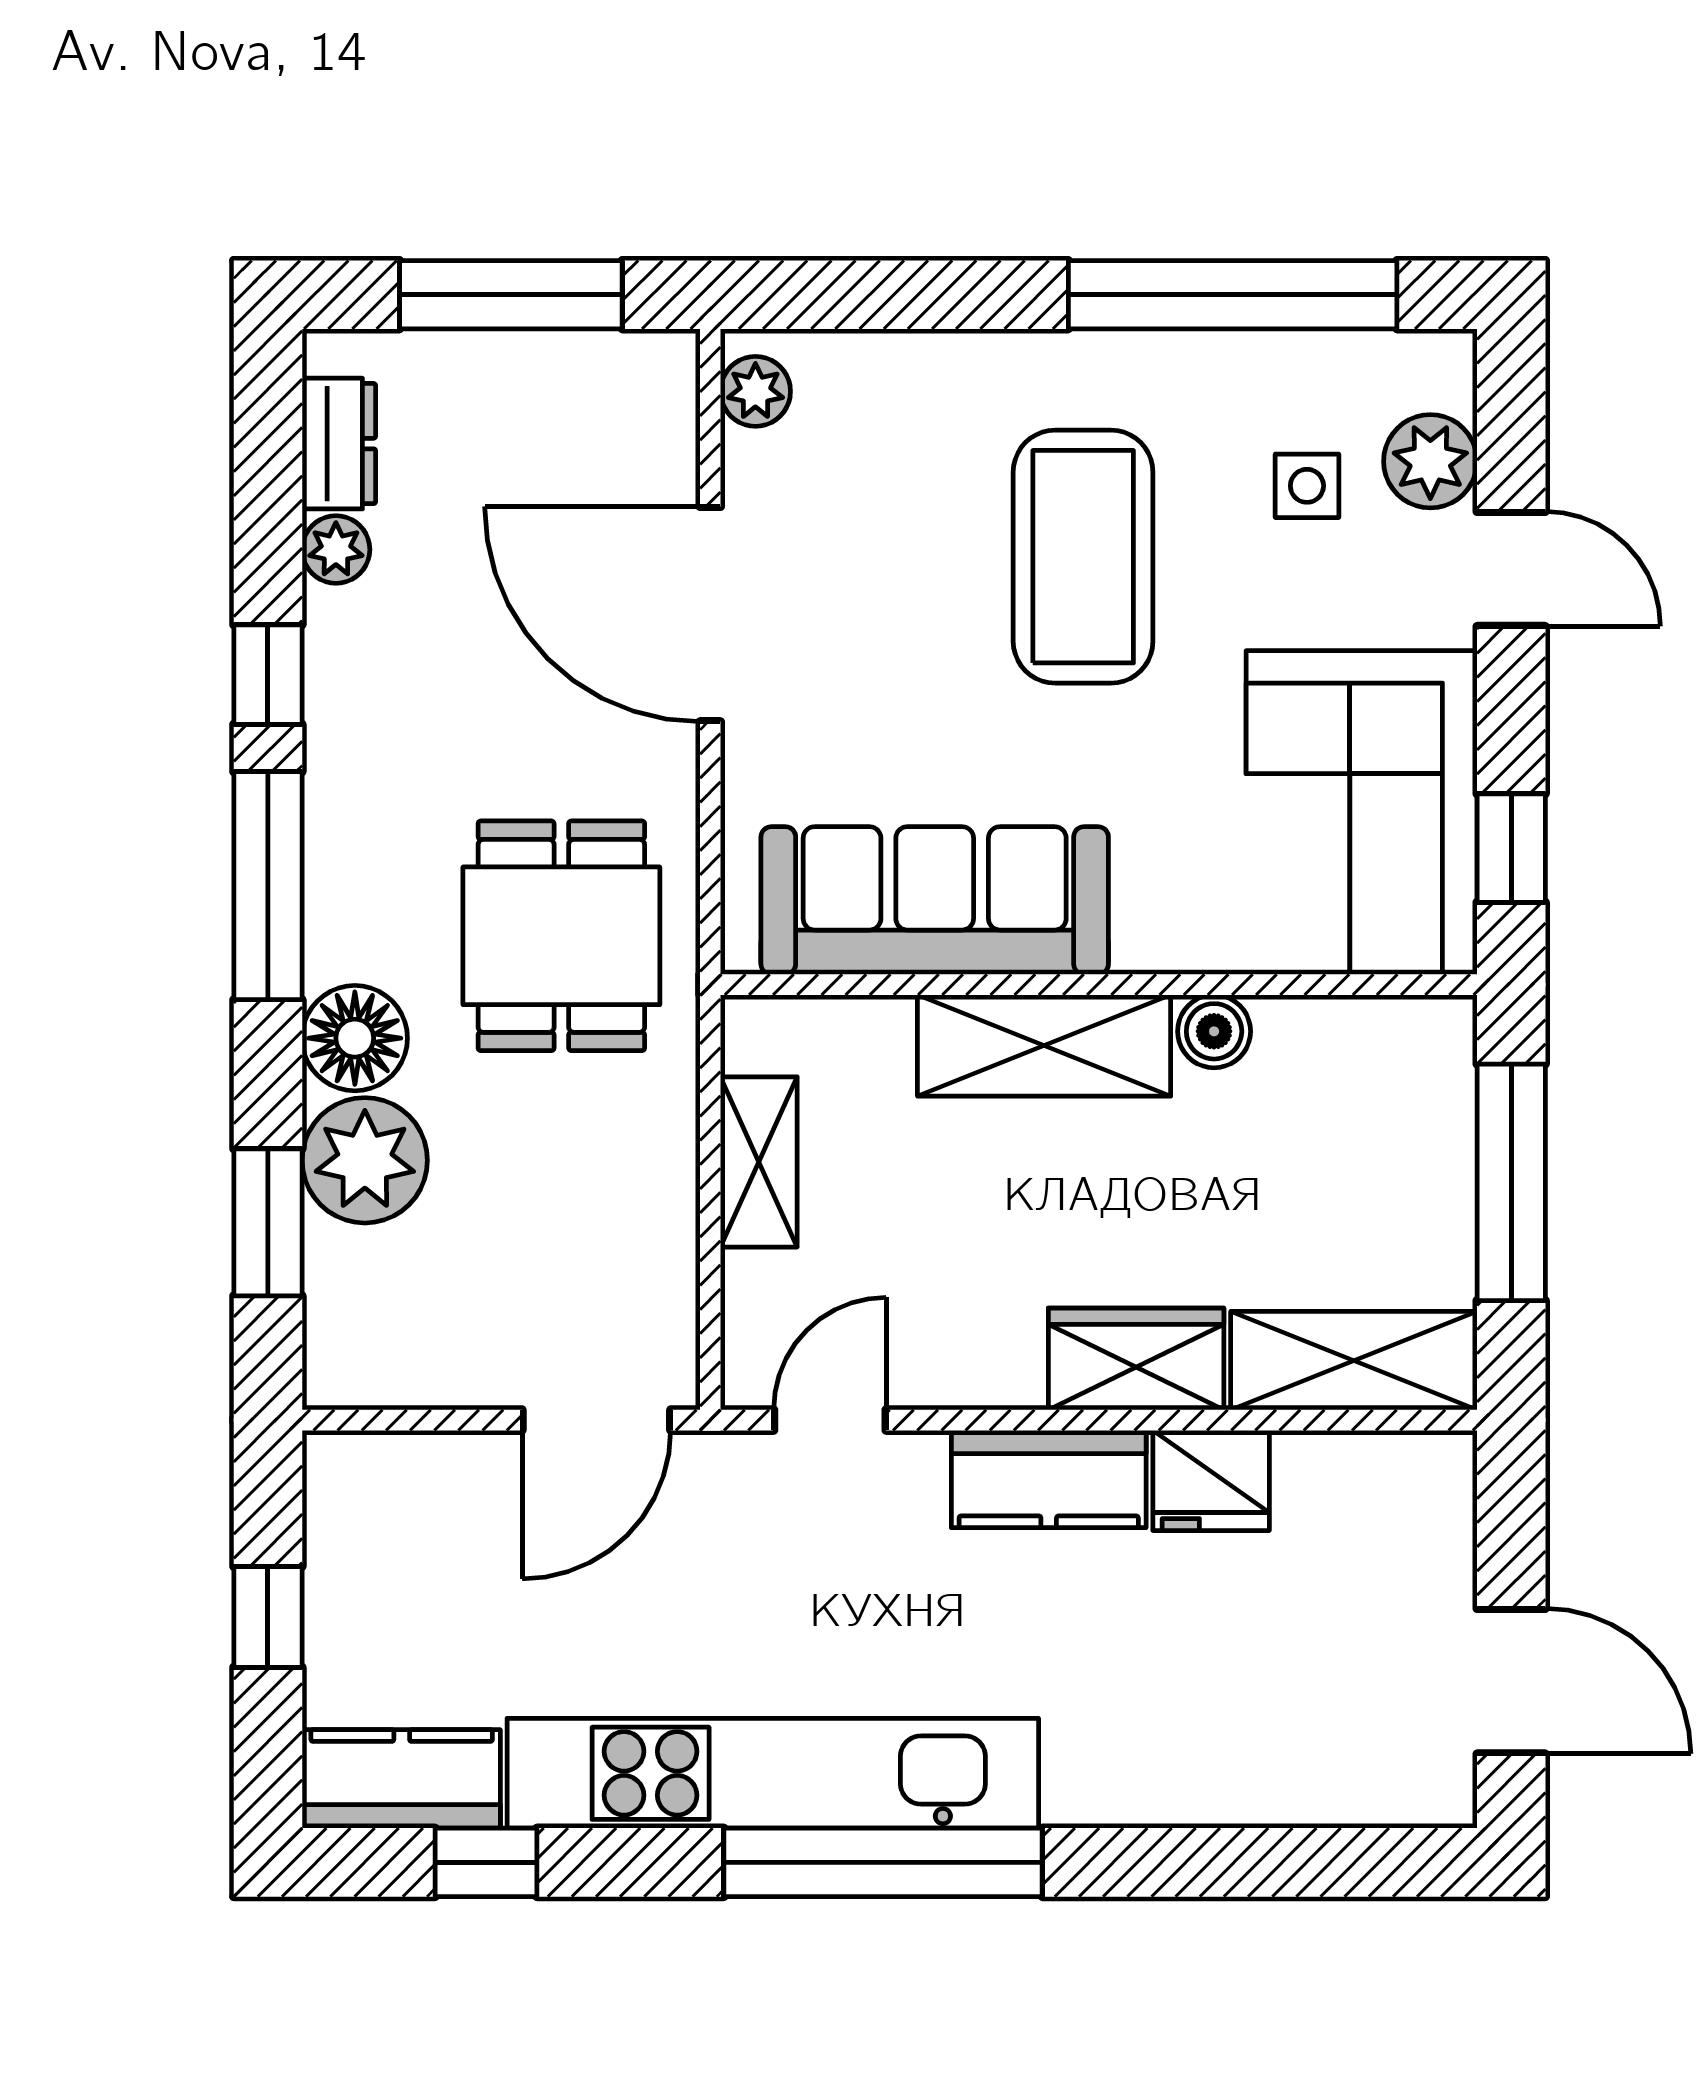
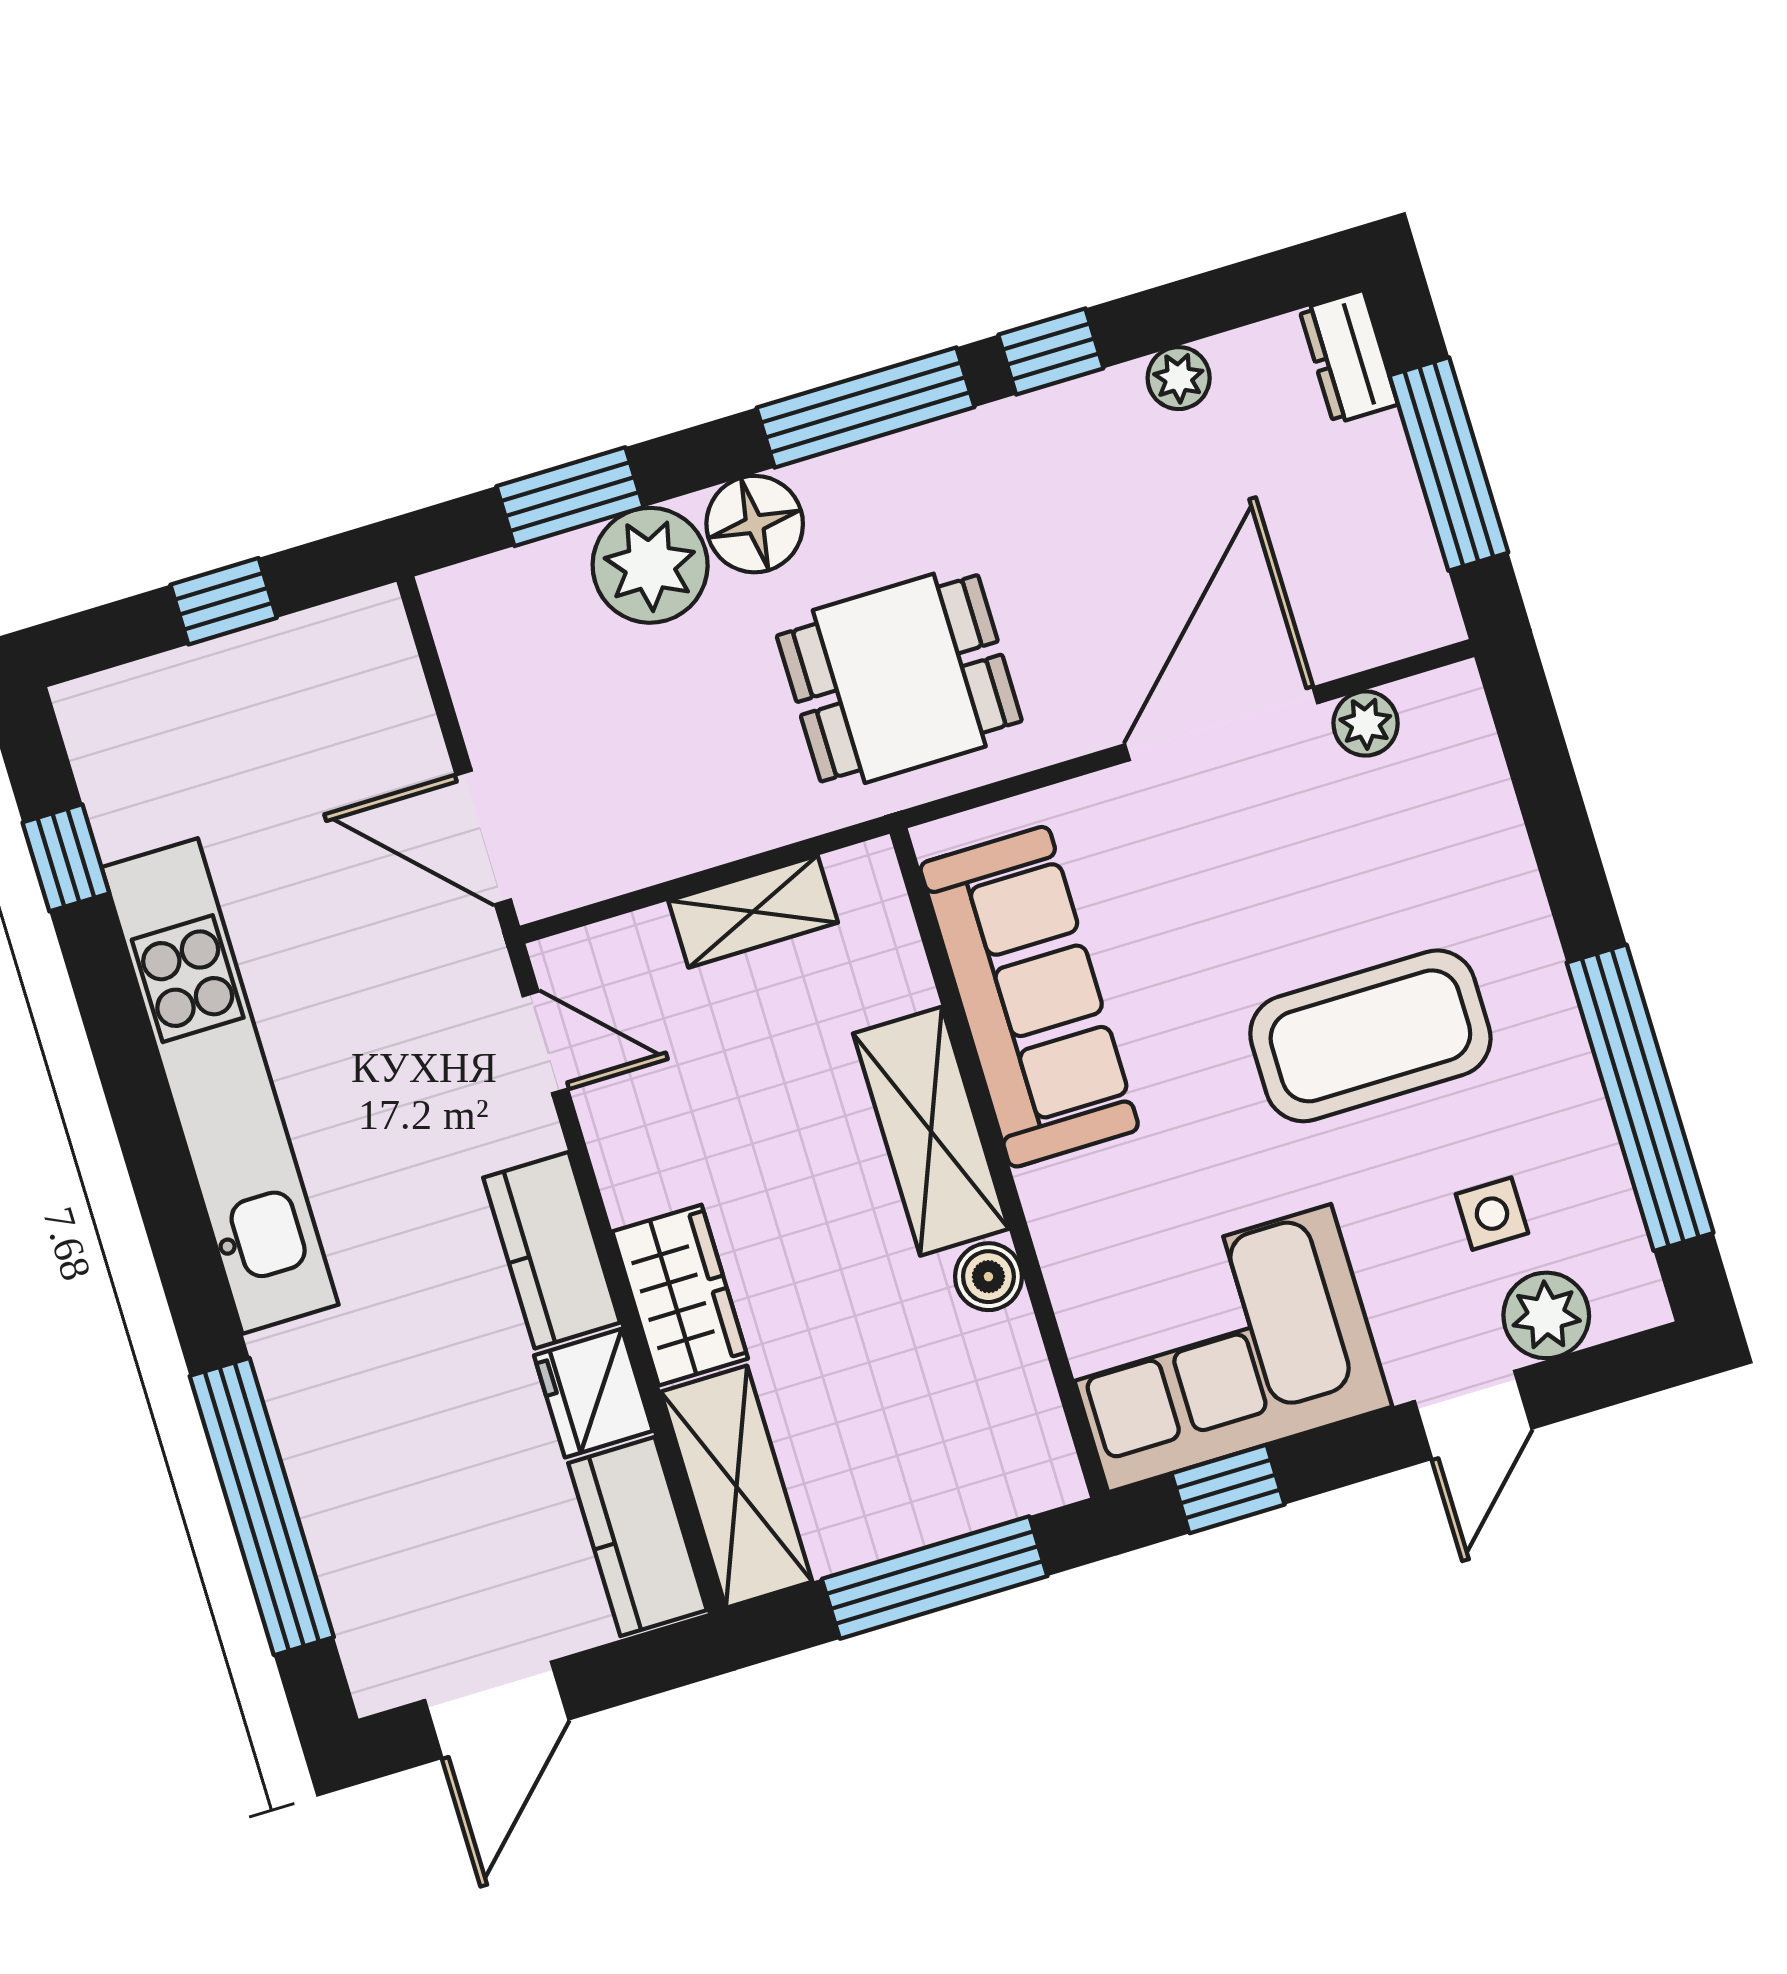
plant: (755, 391) -> (1366, 724), moved
dresser: (339, 444) -> (1348, 357), moved, turned 90
kitchen counter: (402, 1779) -> (637, 1537), moved, turned 180
window: (883, 1862) -> (262, 1507), moved

